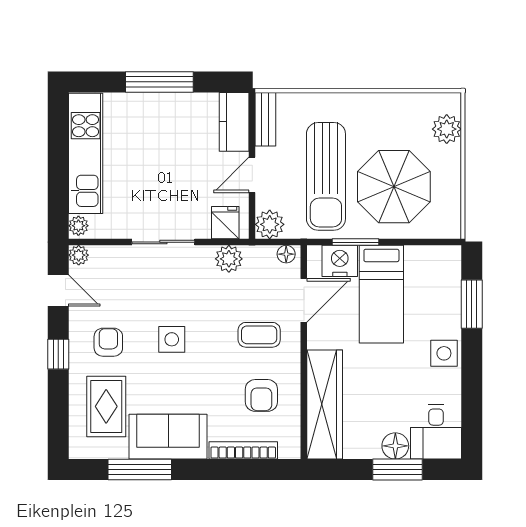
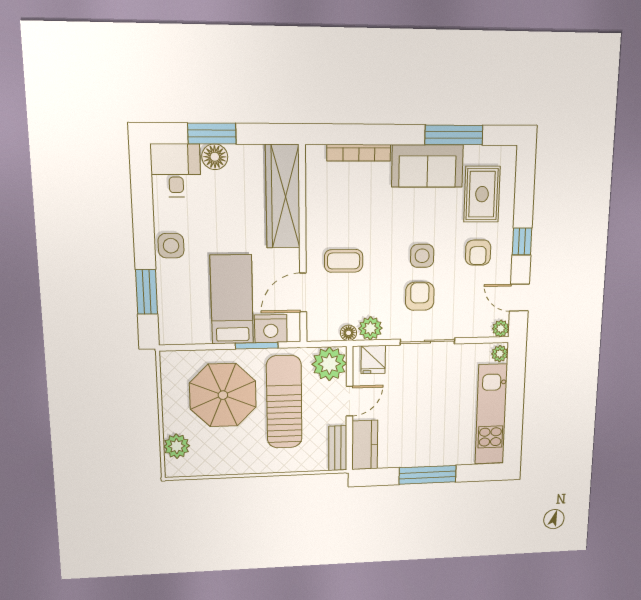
plant: (270, 224) -> (329, 364), width x1.36, depth x1.36
floor lamp: (286, 254) -> (349, 333), moved
armchair: (261, 395) -> (420, 296), moved

